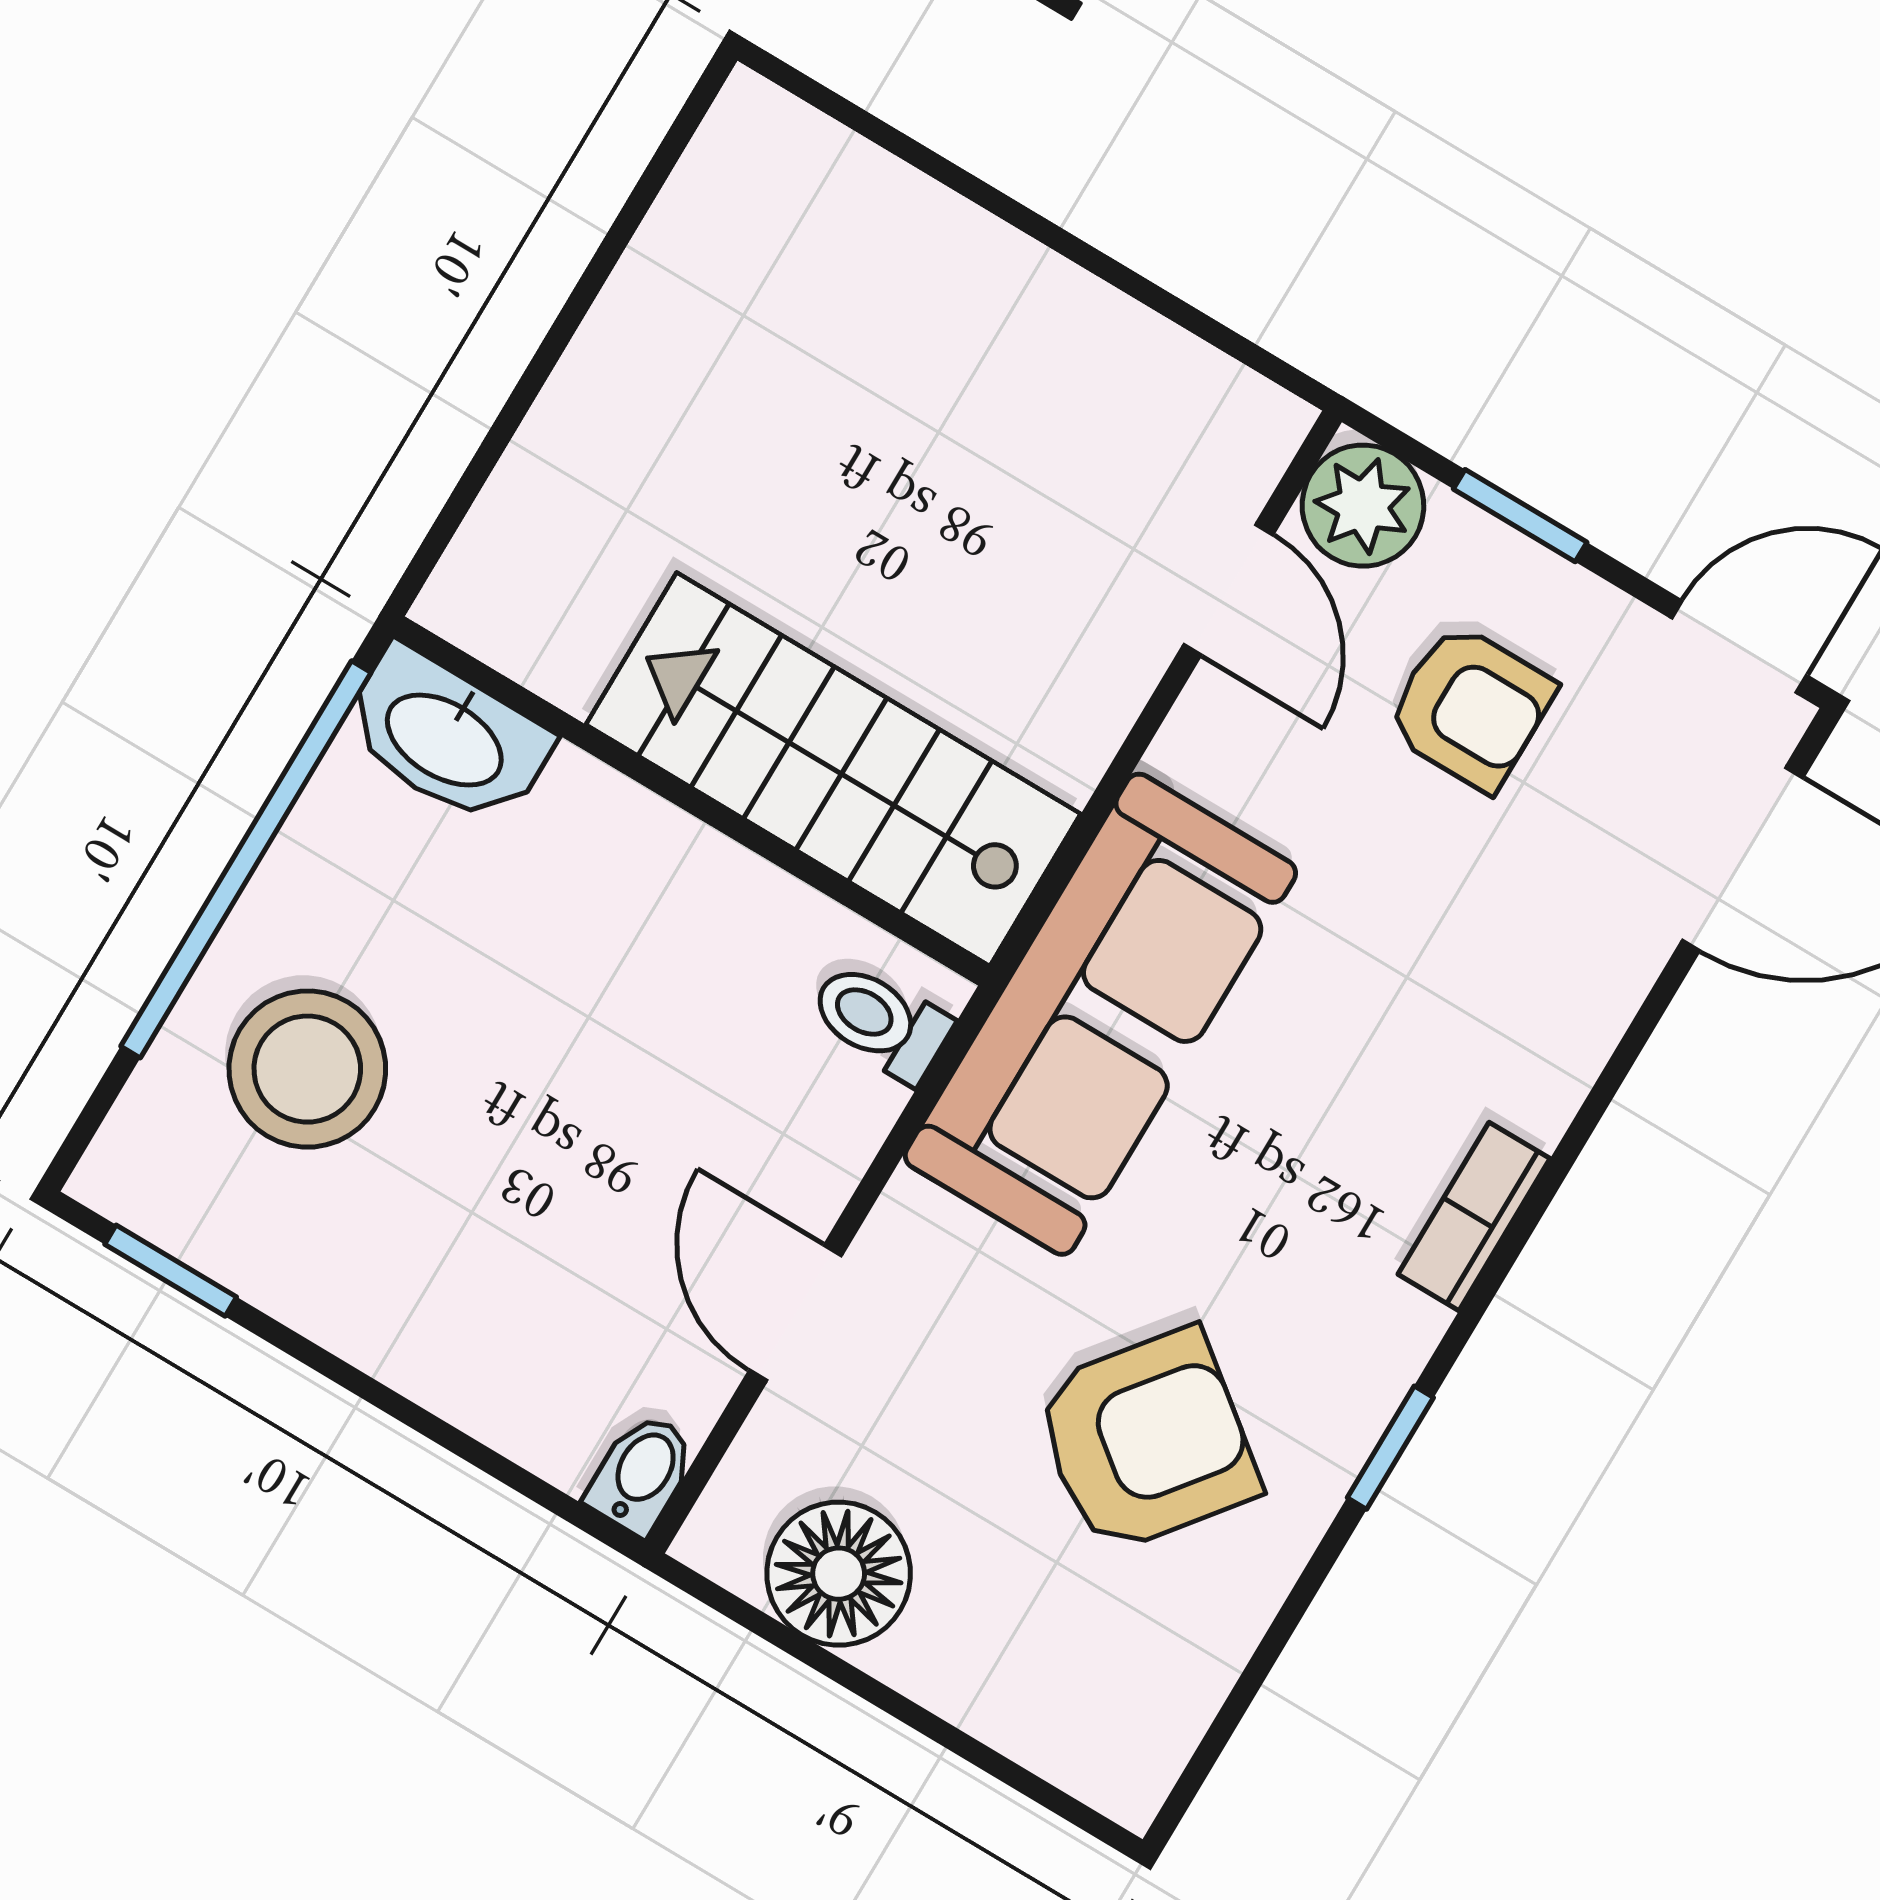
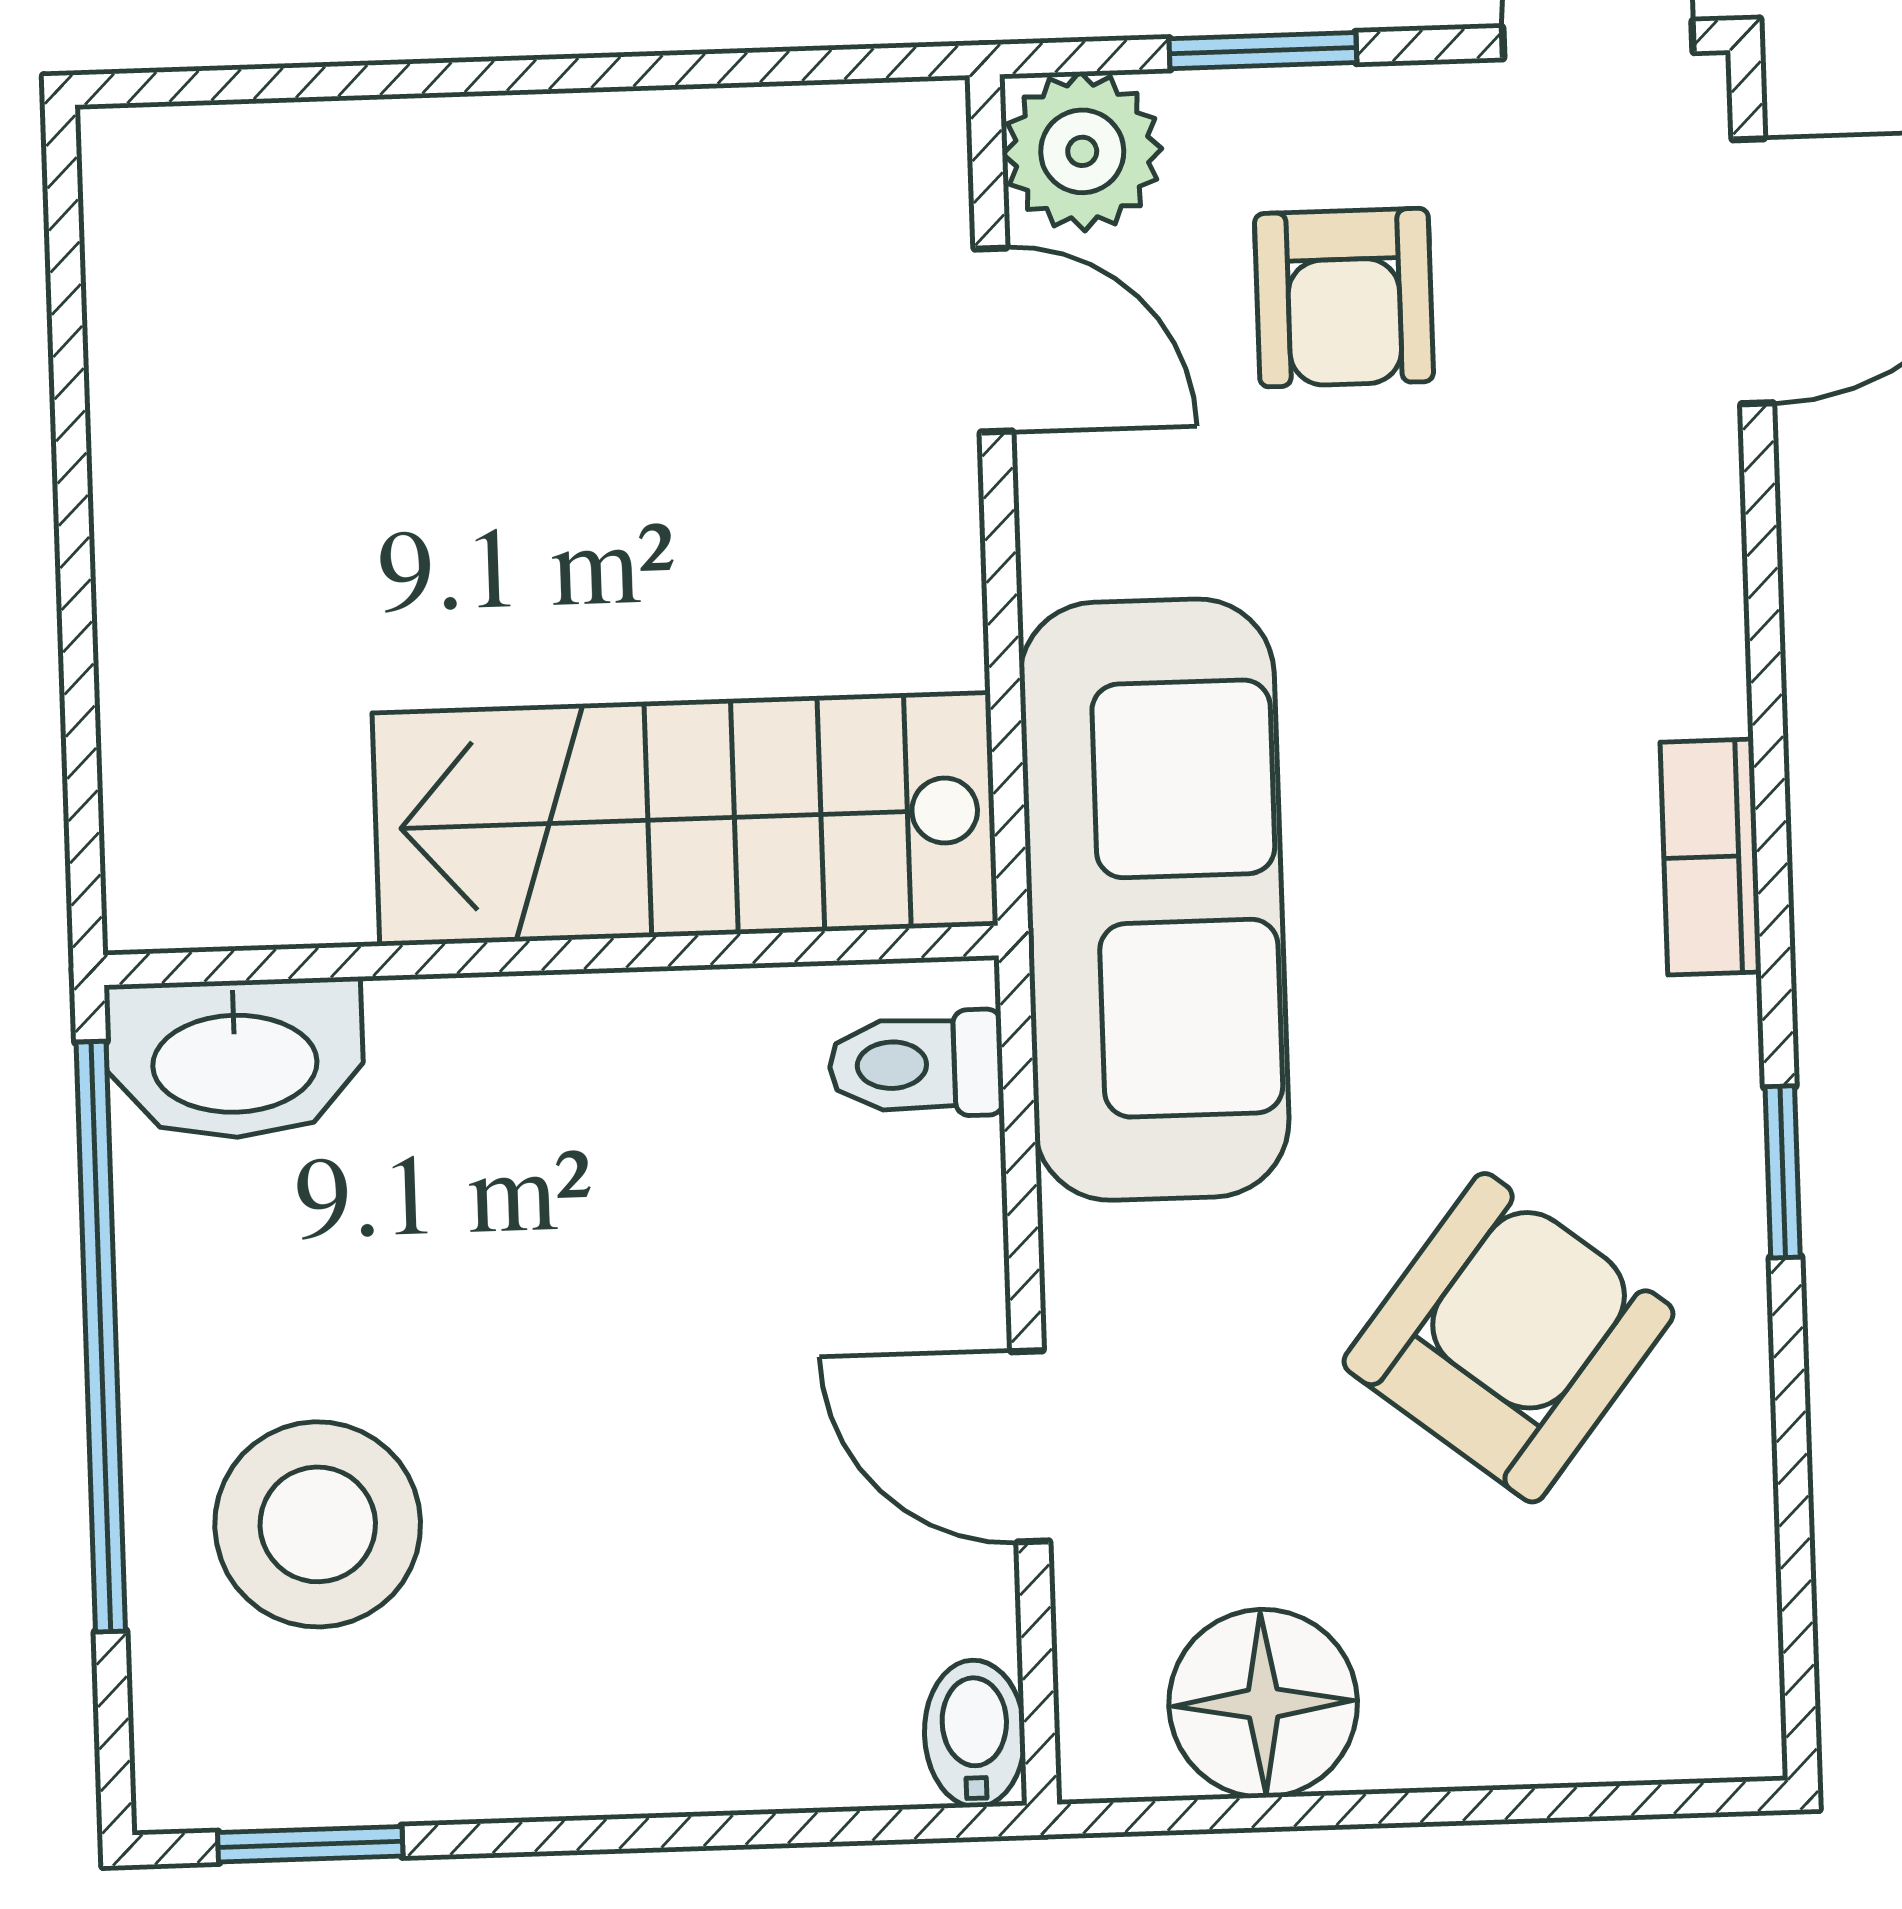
armchair: (1470, 707) -> (1344, 298), turned 90

